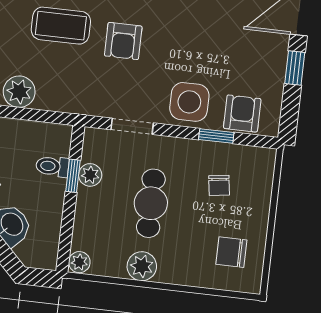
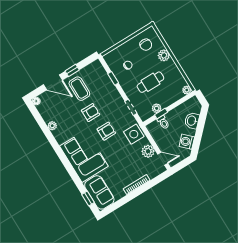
coffee table: (61, 26) -> (79, 89), moved
side table: (189, 102) -> (134, 134), moved
armchair: (242, 113) -> (91, 113), moved, turned 180
plant: (142, 266) -> (164, 55), moved

